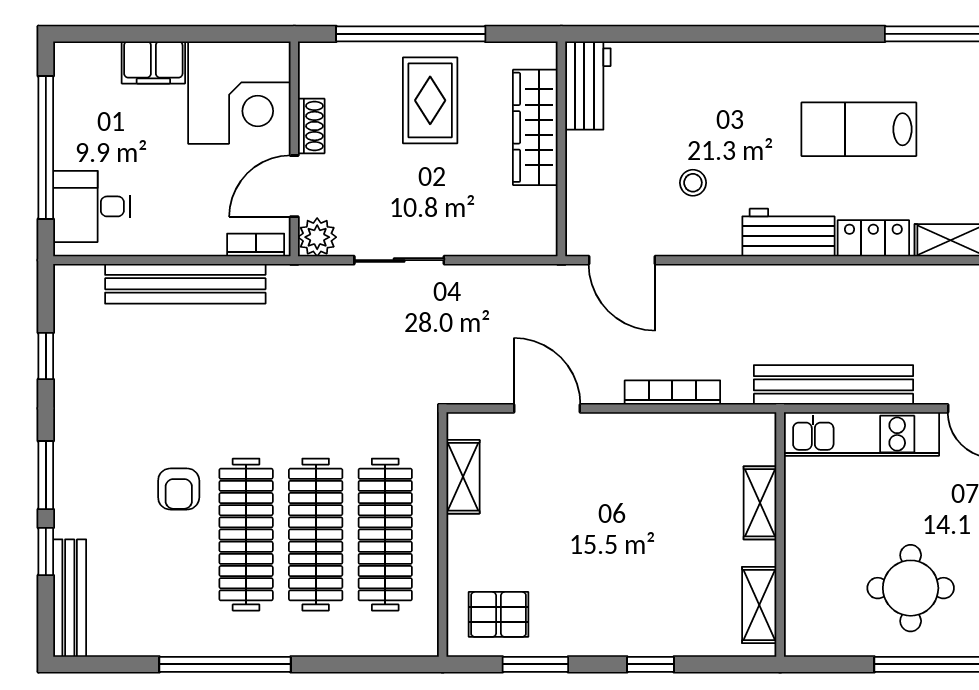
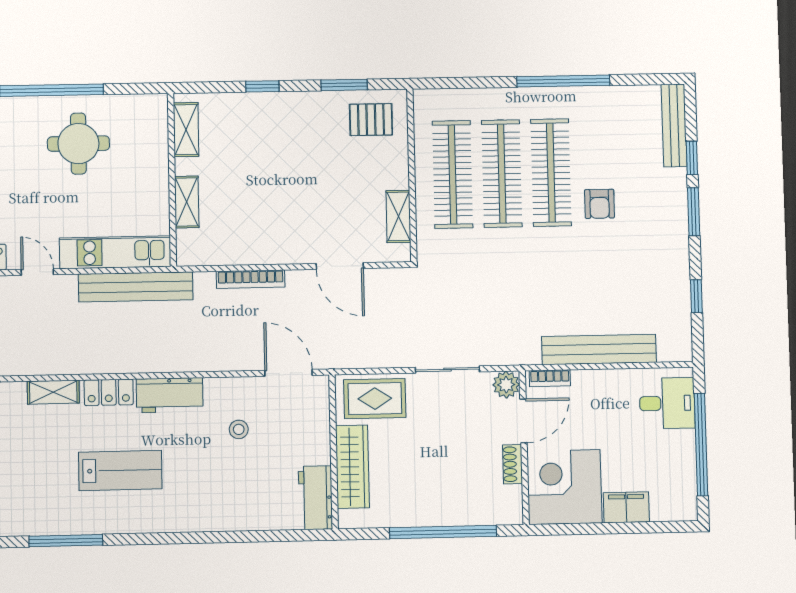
rug: (430, 100) -> (375, 399), moved, turned 90
armchair: (179, 489) -> (599, 204), turned 180

